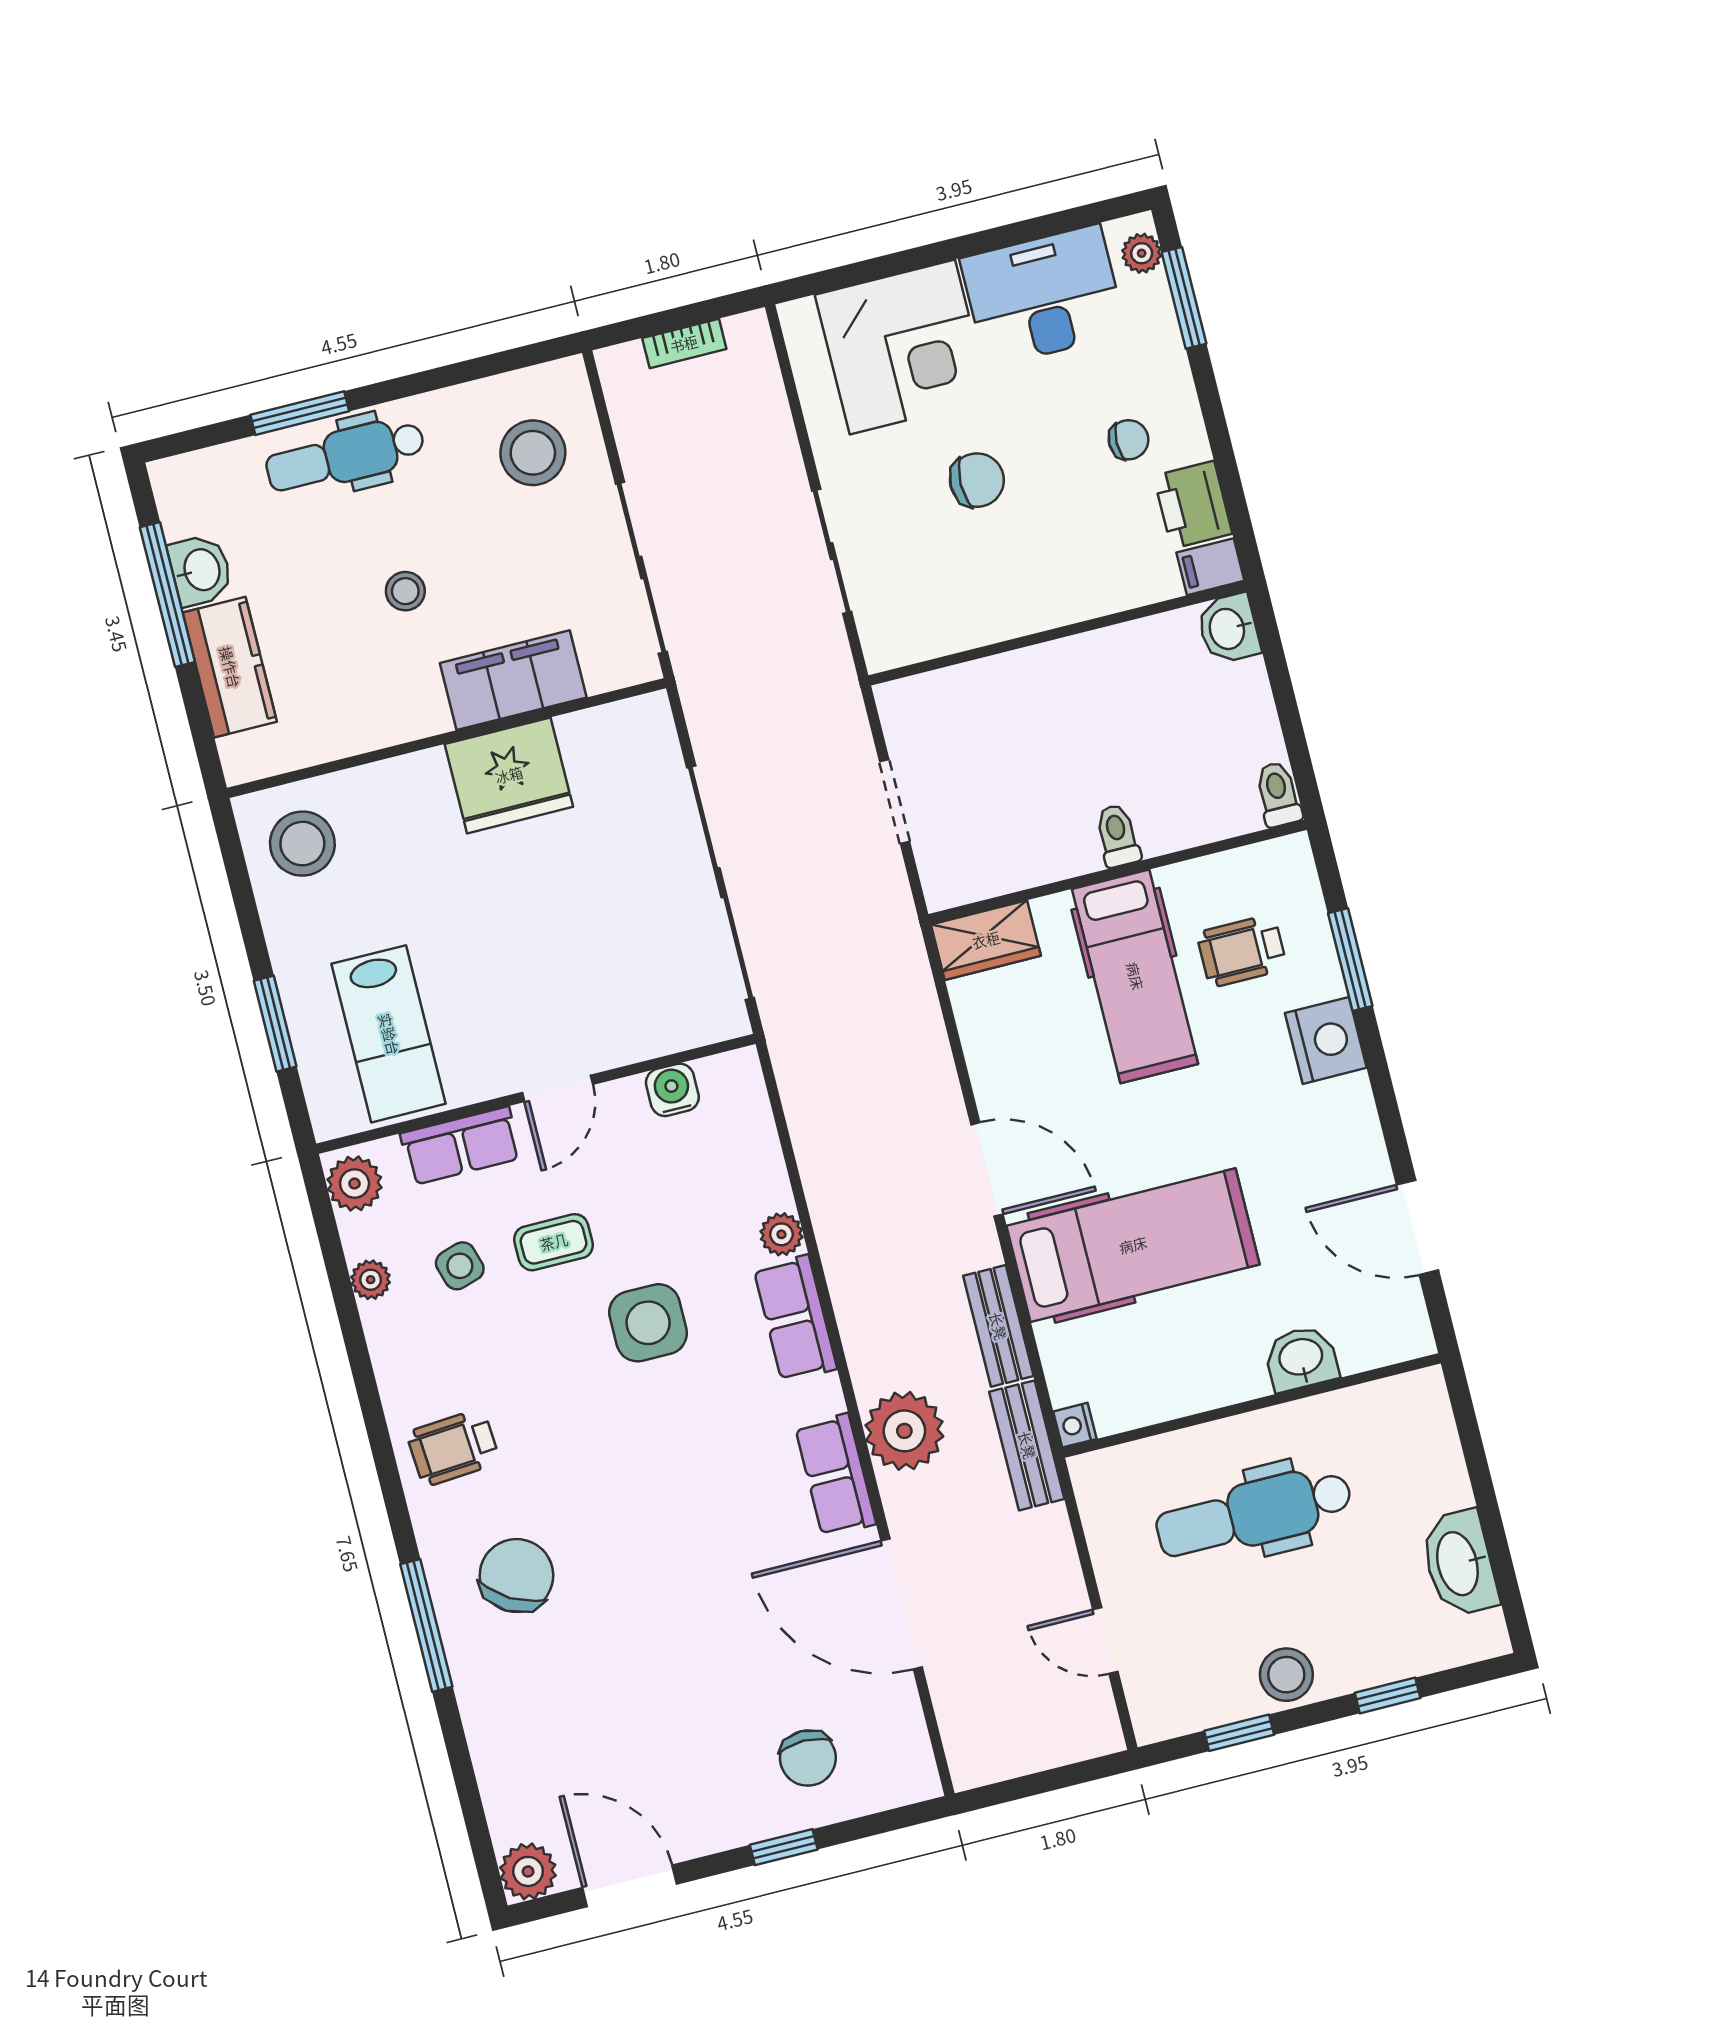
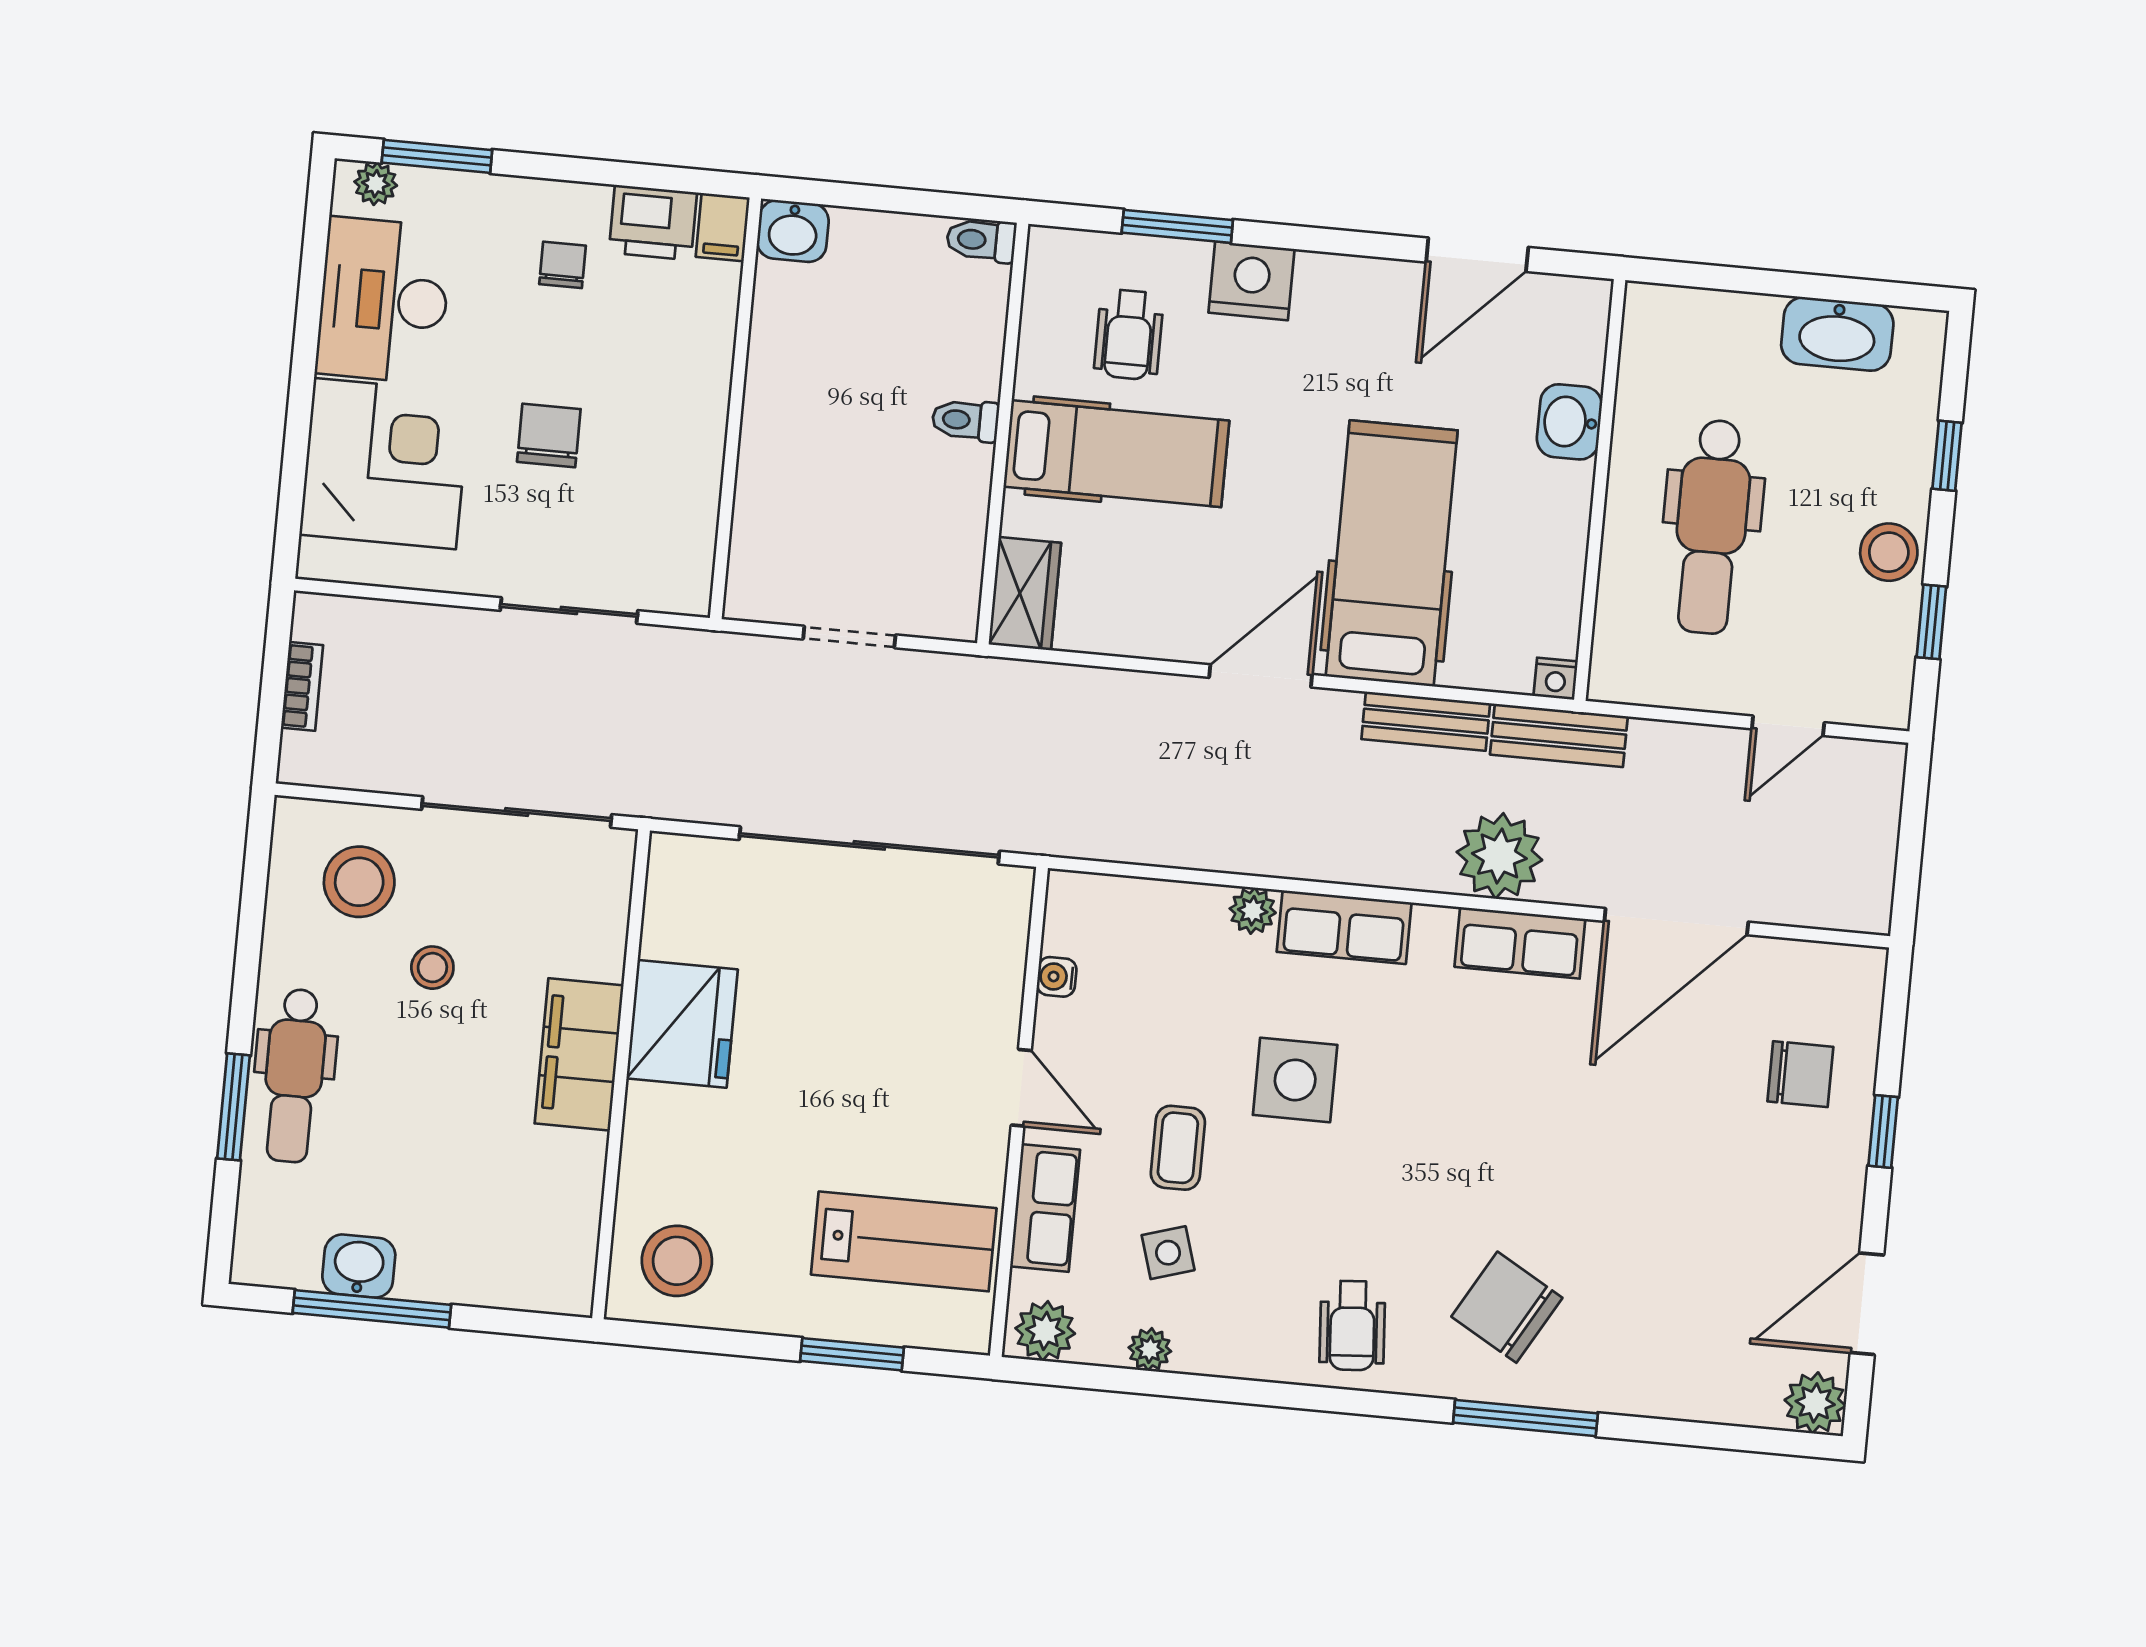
stool: (405, 591) -> (432, 968), moved
kitchen counter: (230, 667) -> (469, 1271), removed
filing cabinet: (513, 680) -> (579, 1054), moved
water cooler: (672, 1090) -> (1057, 977), width x0.72, depth x0.72

